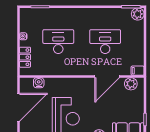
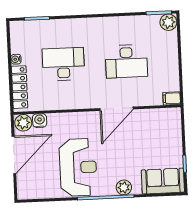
desk: (105, 42) -> (126, 61), turned 180
locker: (25, 57) -> (20, 87), width x1.53
door: (107, 77) -> (117, 109), moved
plant: (131, 84) -> (23, 123), moved

